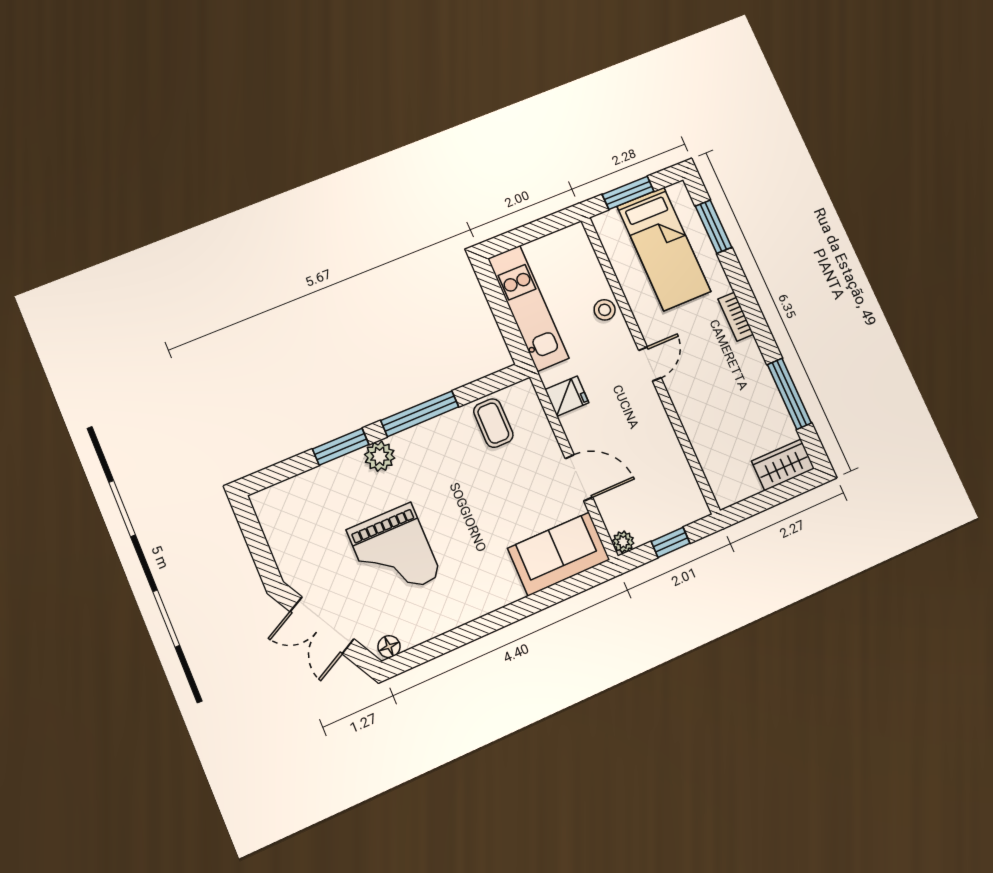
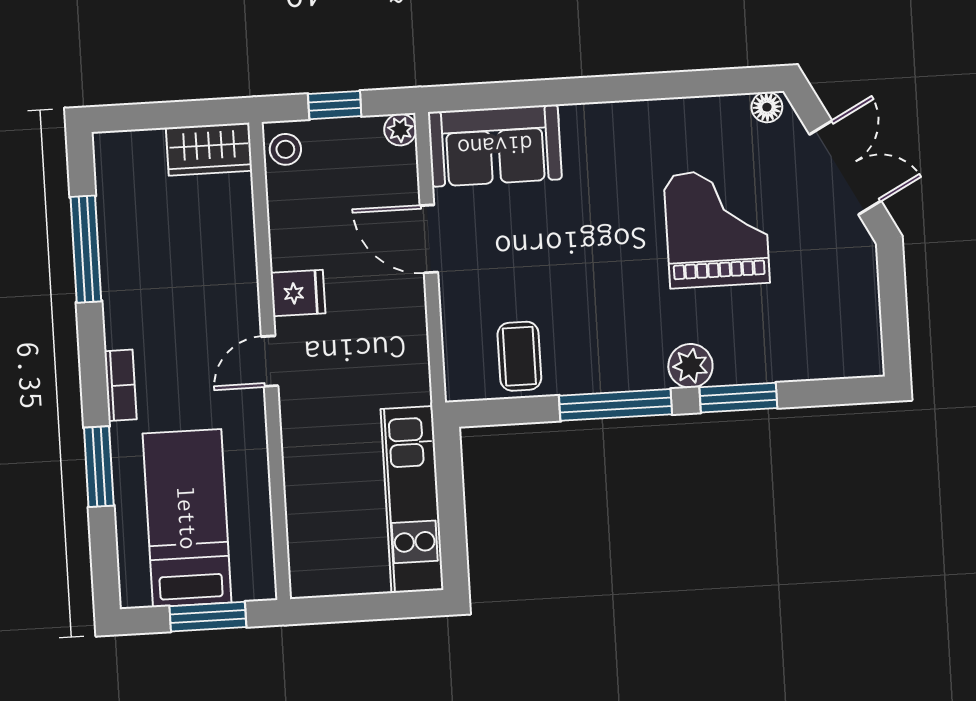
window: (714, 227) -> (99, 467), moved
stool: (605, 310) -> (285, 149), moved
fridge: (567, 396) -> (298, 293), moved, turned 180
wardrobe: (783, 465) -> (209, 149), moved

